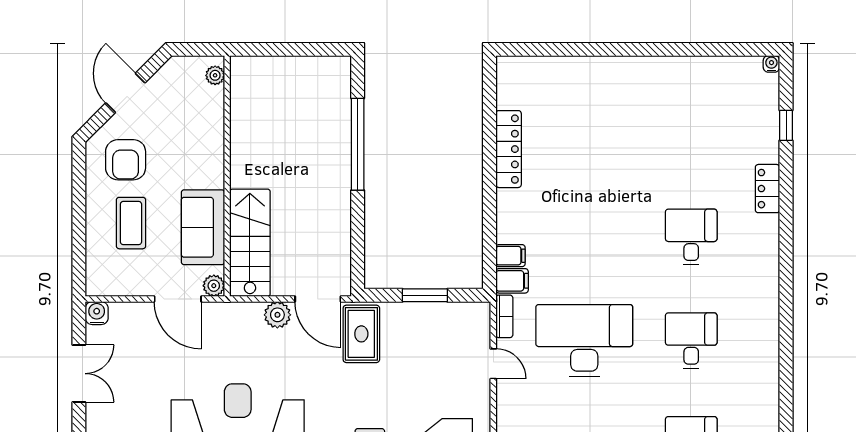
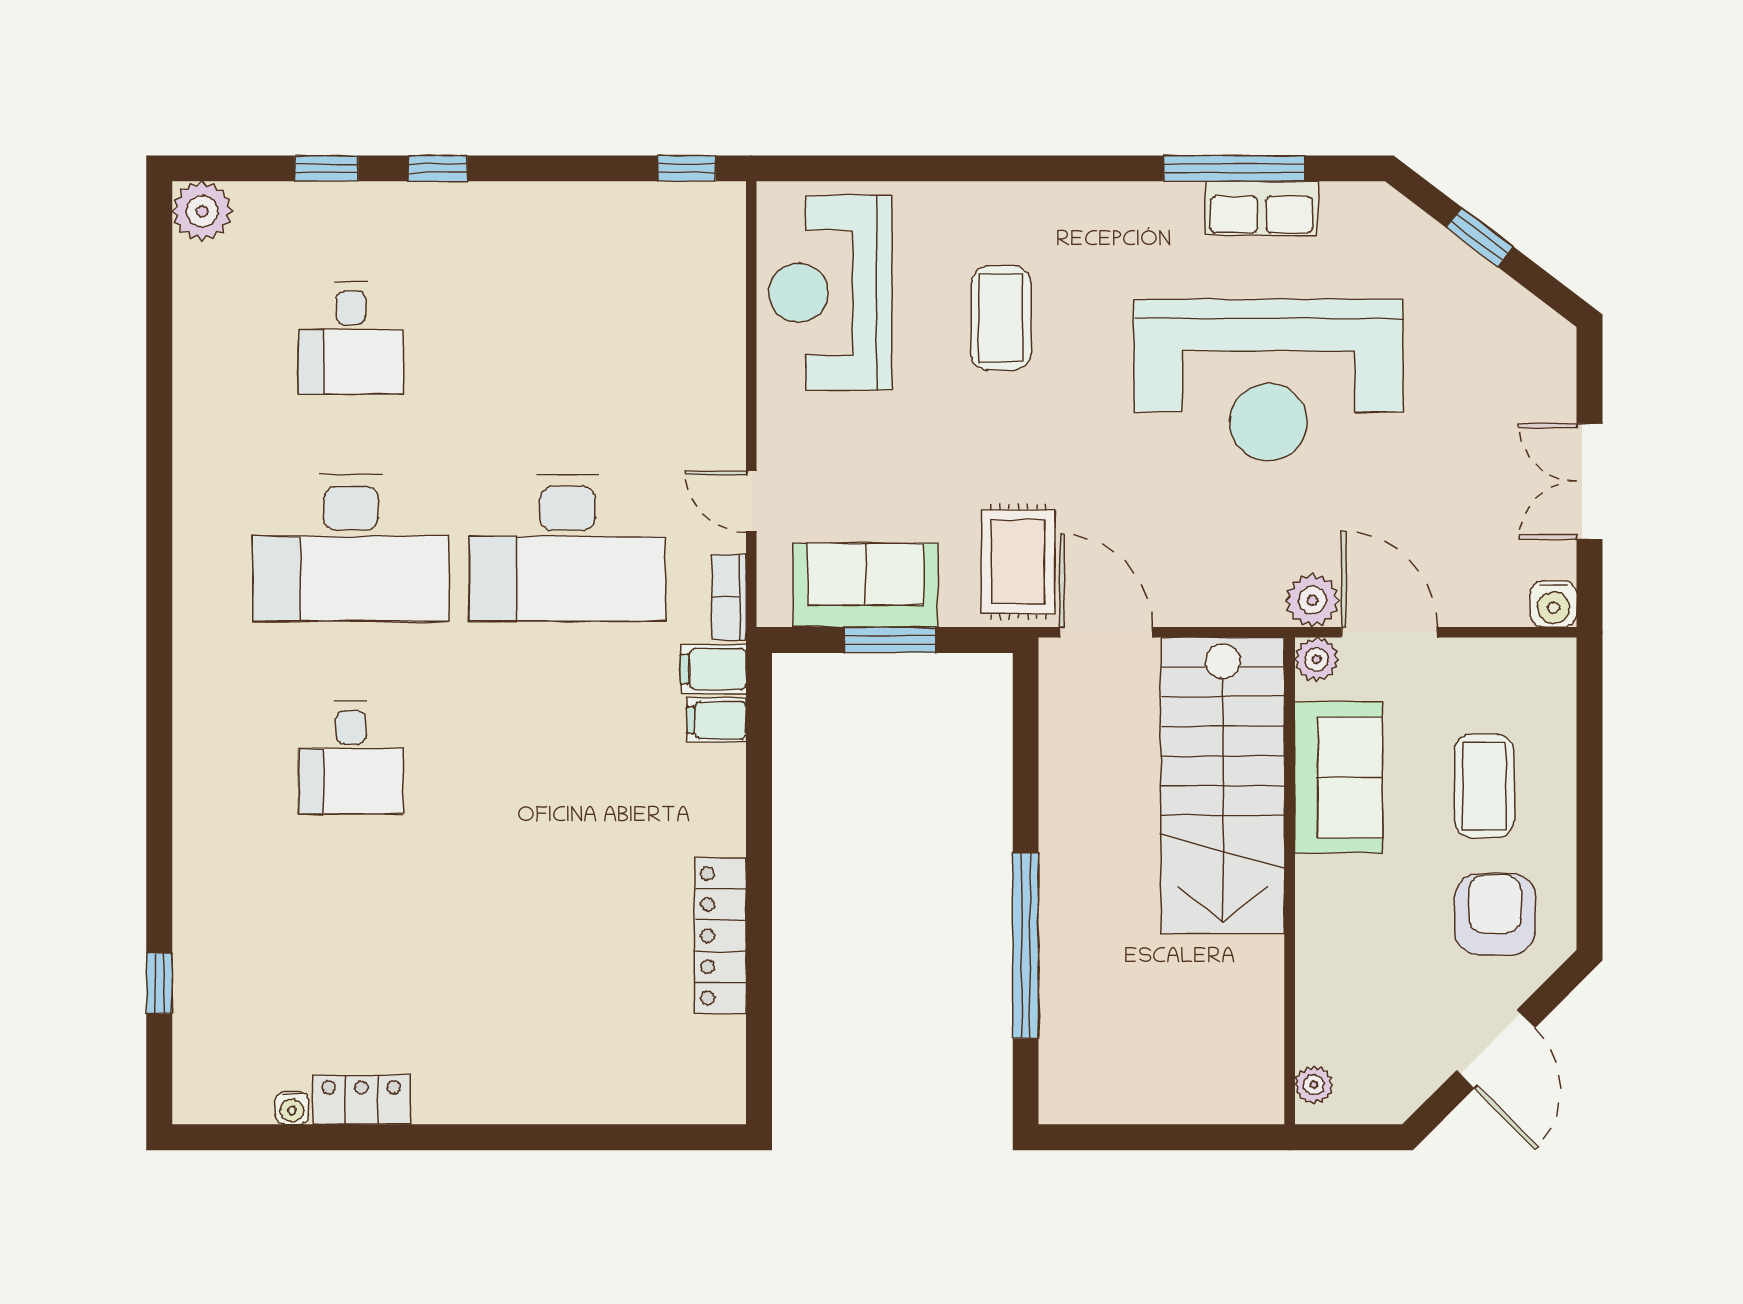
water cooler: (771, 64) -> (292, 1108), moved
locker: (767, 189) -> (361, 1100), moved, turned -90
stairs: (250, 243) -> (1223, 786), width x1.36, depth x1.51
plant: (277, 315) -> (1312, 600), moved
sofa: (437, 322) -> (866, 585), added
desk: (691, 341) -> (351, 548), width x1.87, depth x1.30

